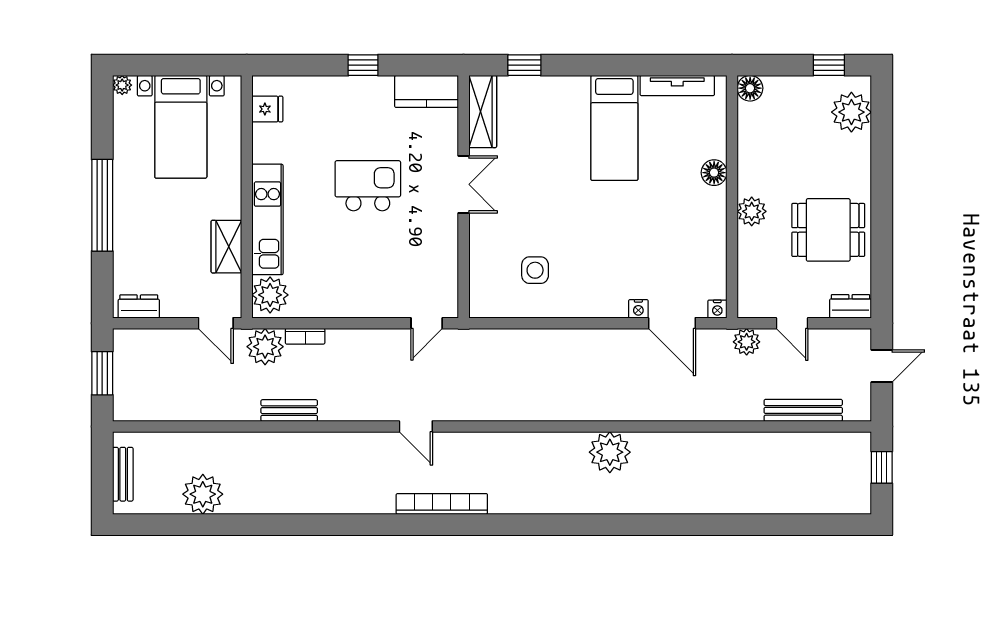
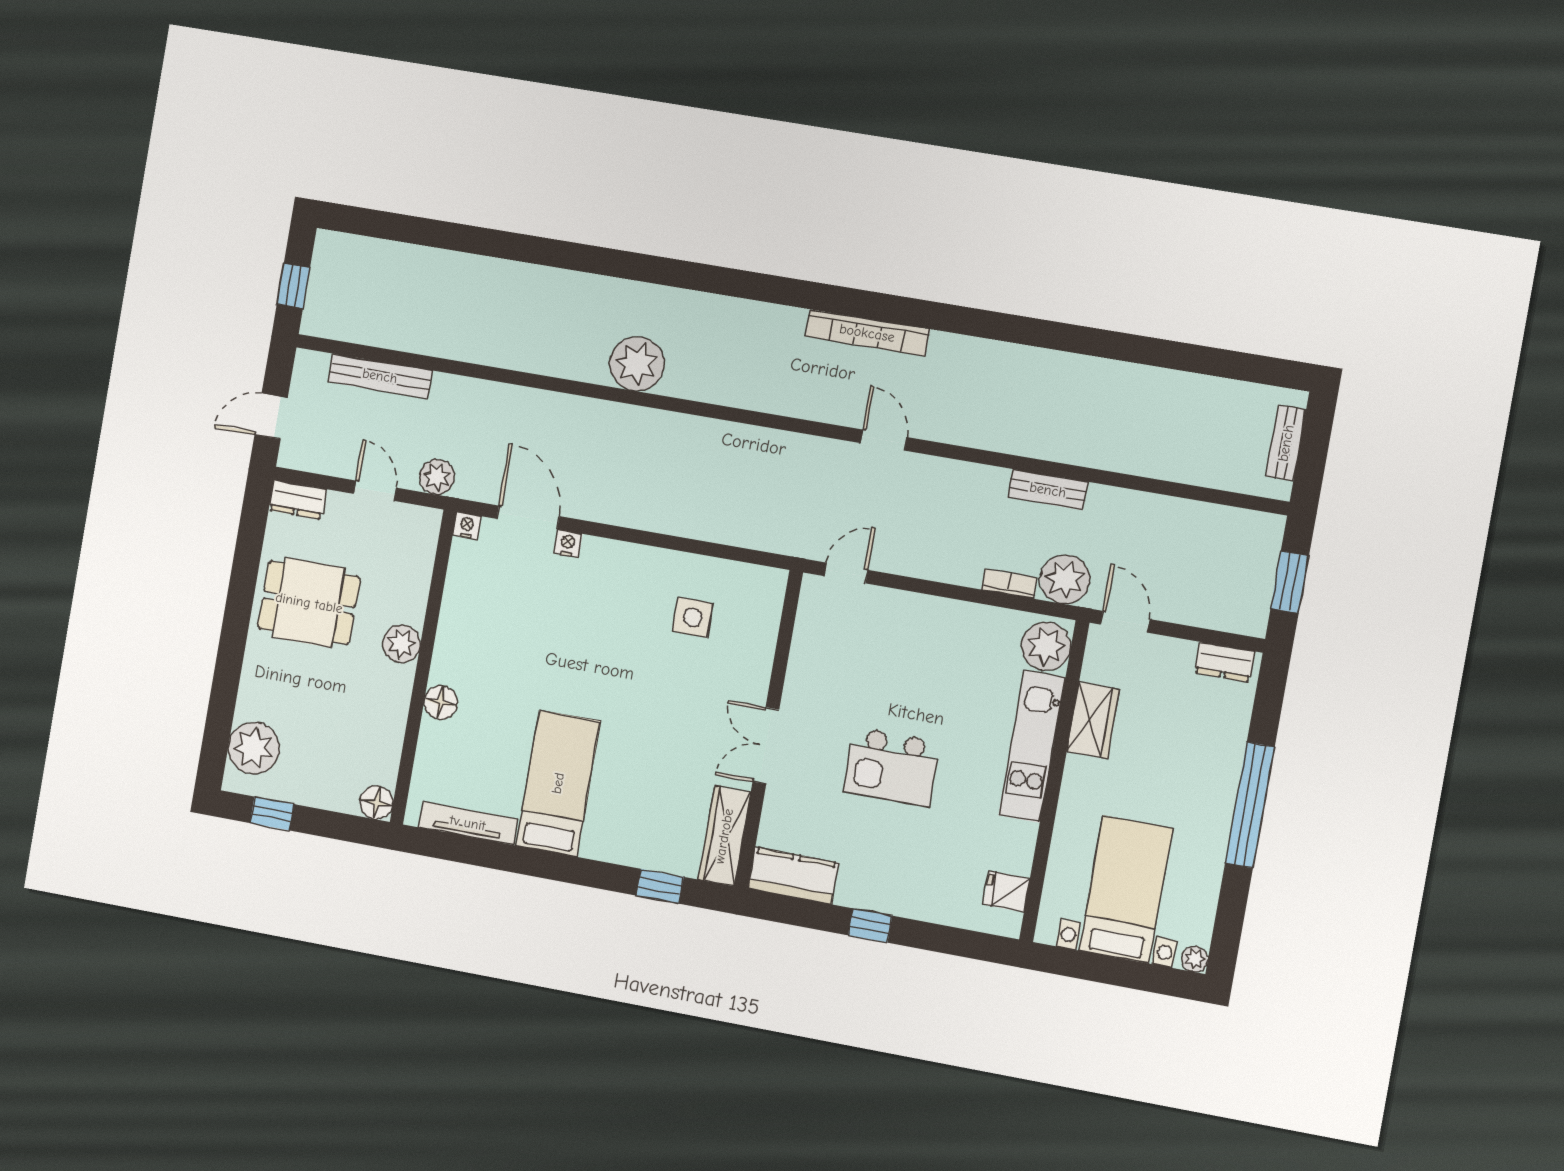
plant: (203, 494) -> (1183, 398), removed

